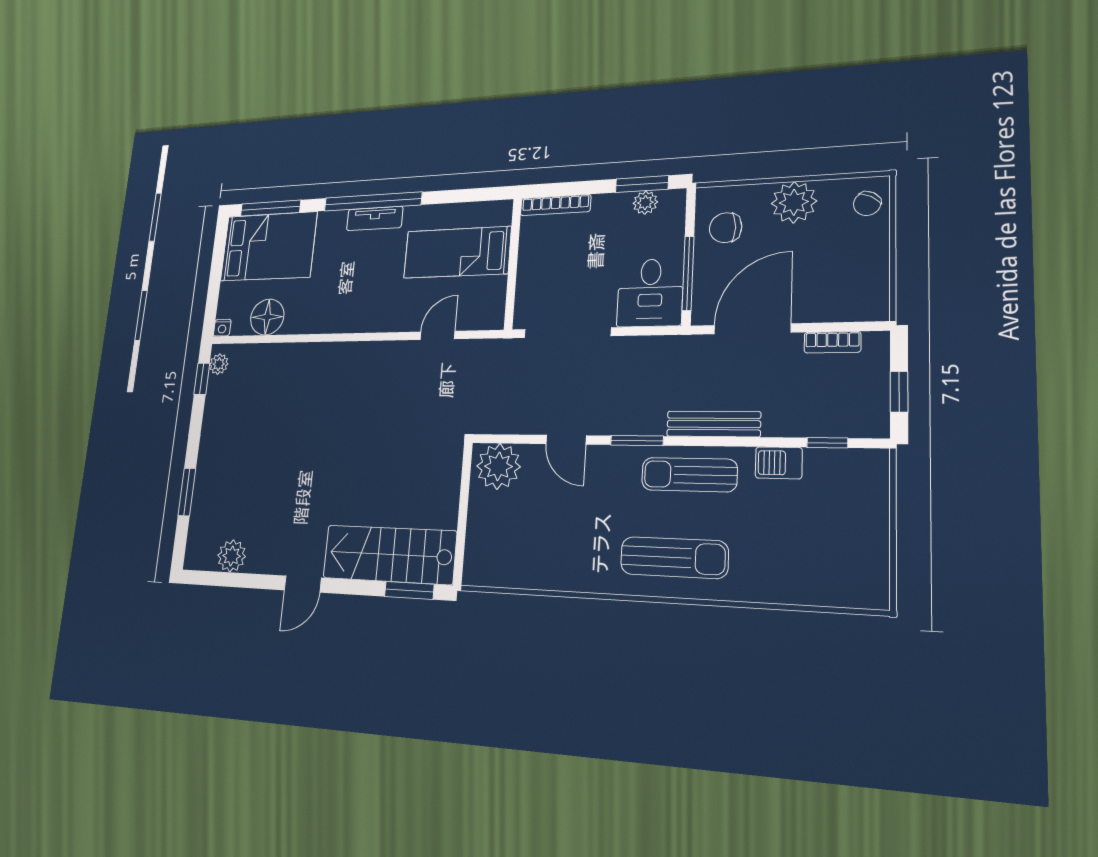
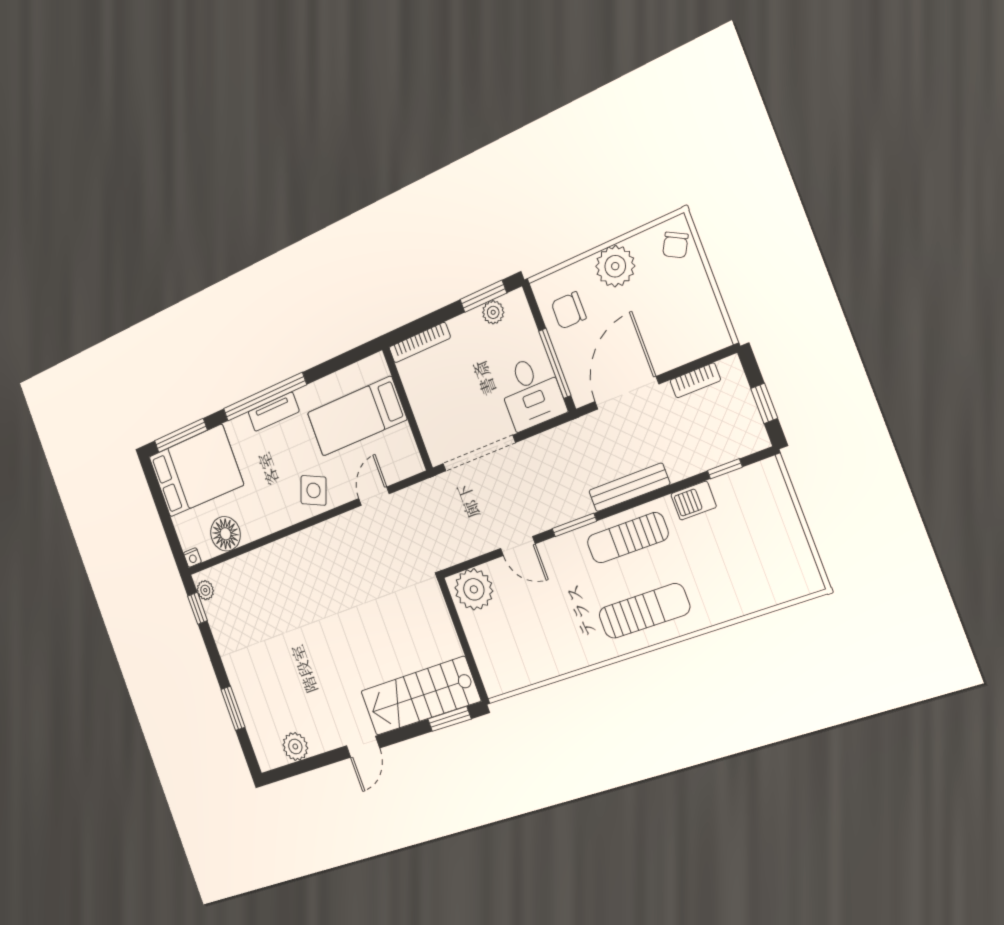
side table: (378, 308) -> (314, 490), added

